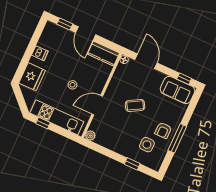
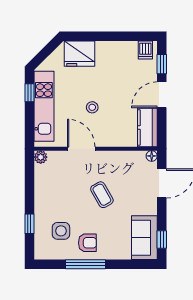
dishwasher: (40, 53) -> (145, 50), moved
armchair: (163, 130) -> (87, 243), turned 180

